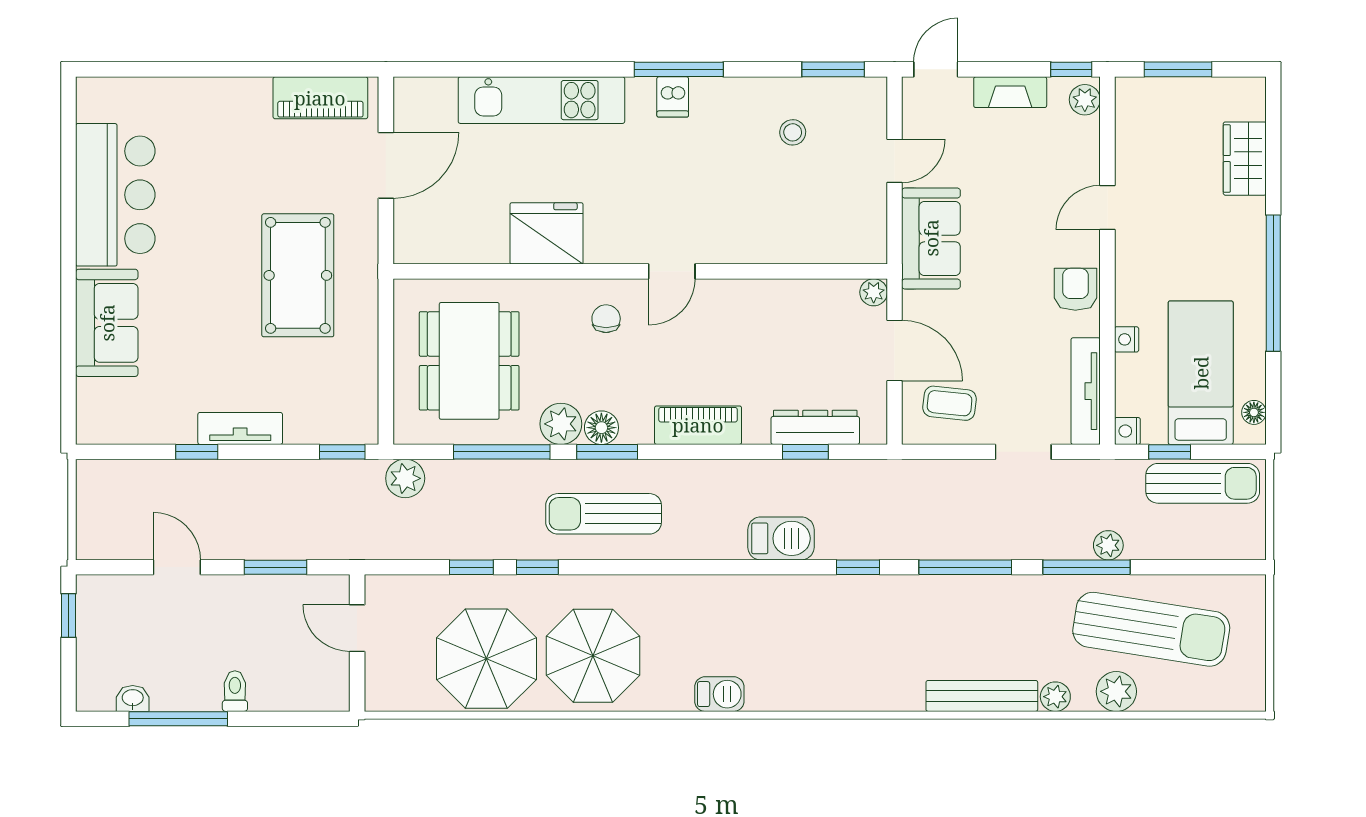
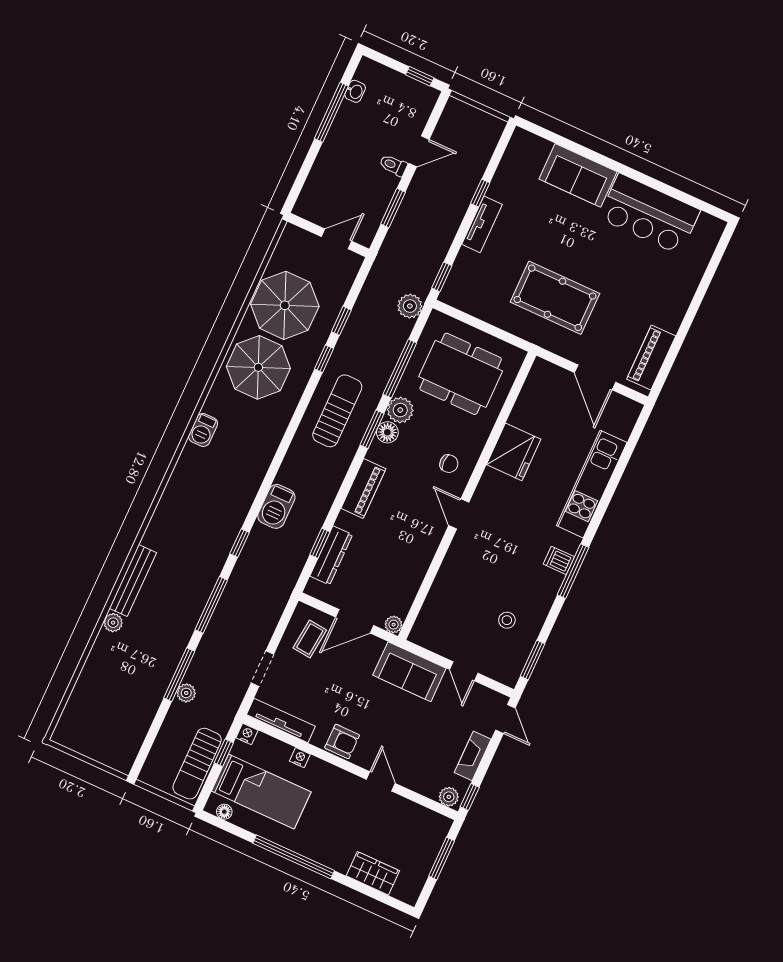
sun lounger: (1151, 629) -> (127, 696), removed
toilet: (235, 691) -> (393, 165), moved, turned 180
plant: (1116, 691) -> (100, 659), removed

